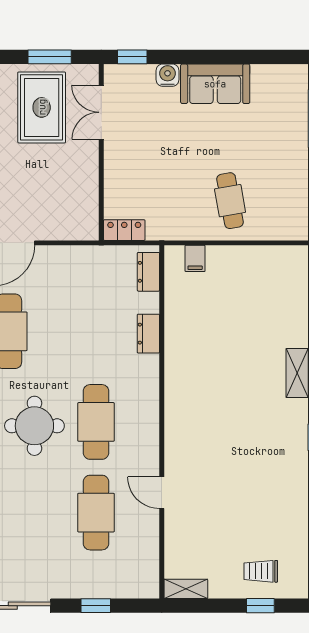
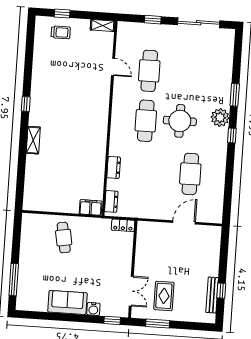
rug: (42, 107) -> (164, 296), width x0.73, depth x0.70
filing cabinet: (195, 258) -> (91, 207), width x2.00
door: (162, 493) -> (113, 67), moved

